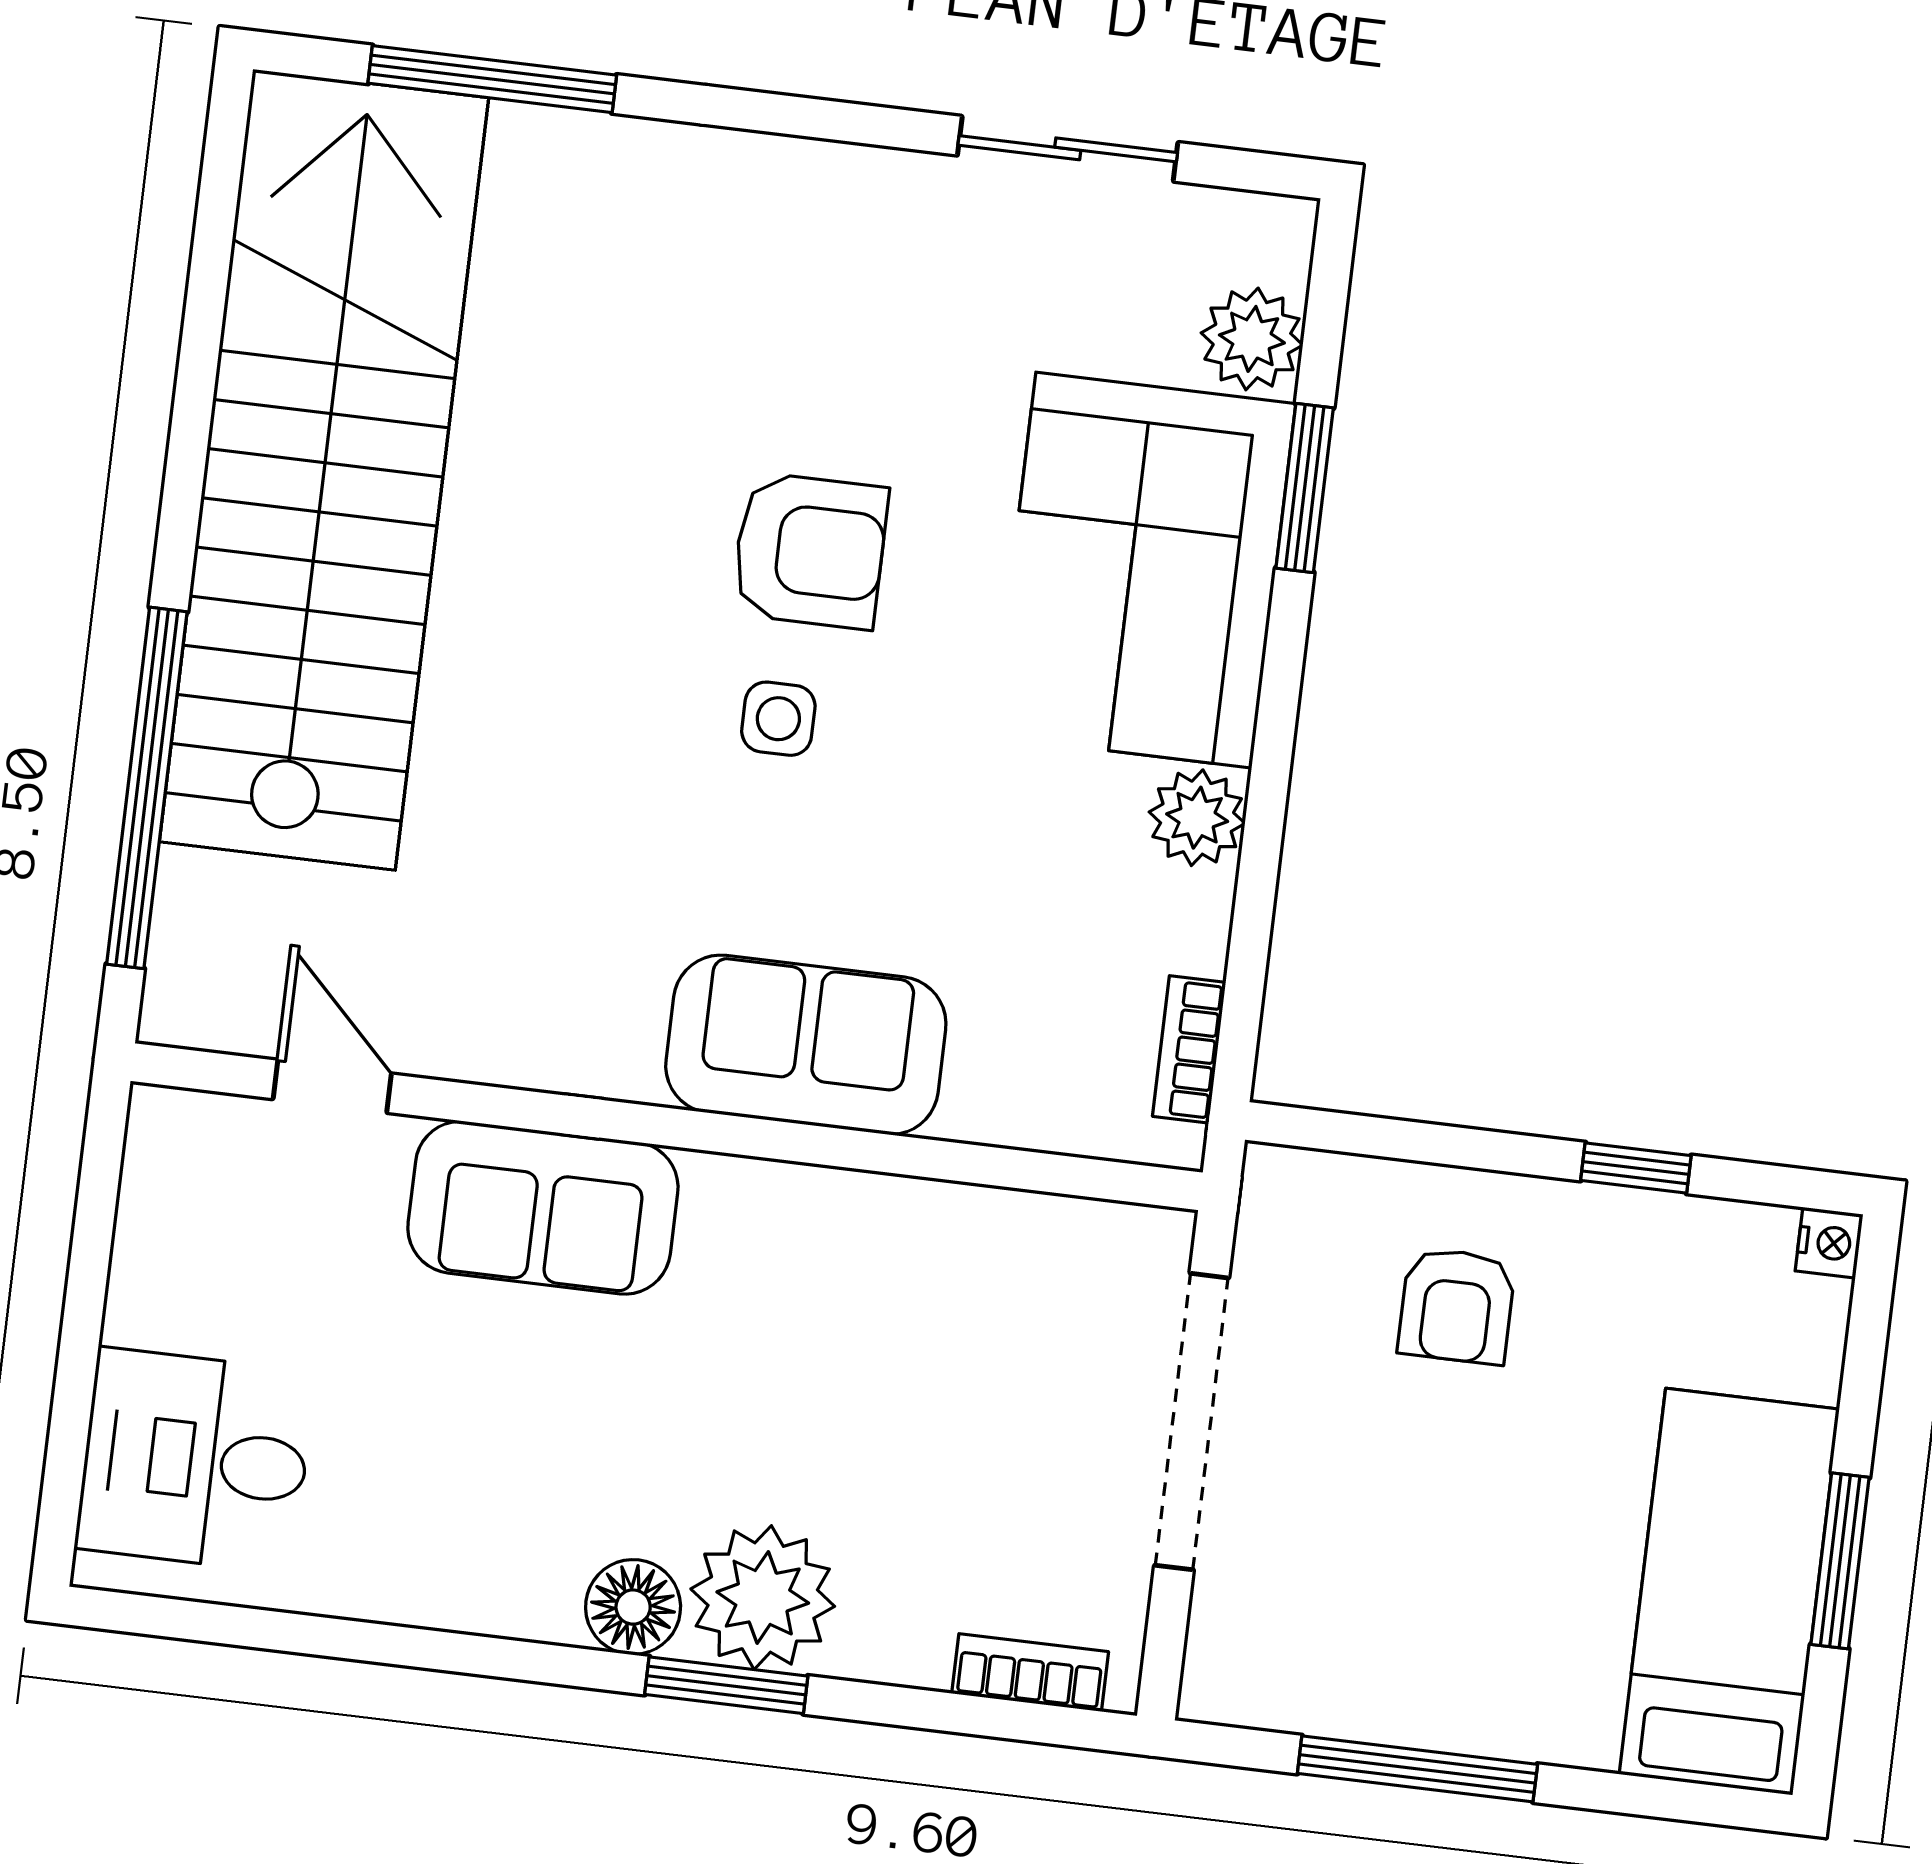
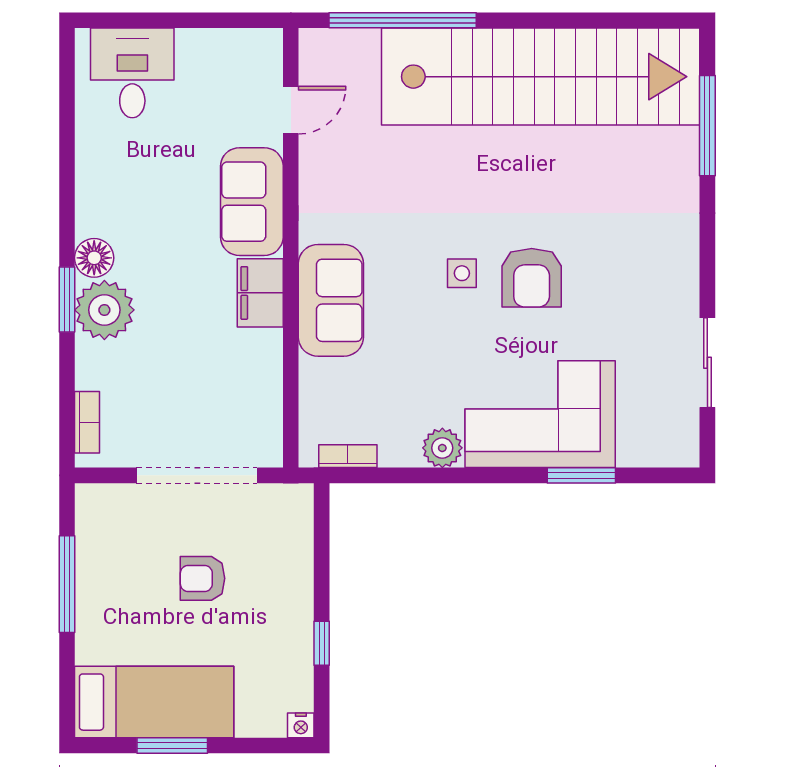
plant: (1252, 339) -> (639, 447), removed
filing cabinet: (767, 1214) -> (260, 293), added
armchair: (1457, 1306) -> (202, 578), moved

